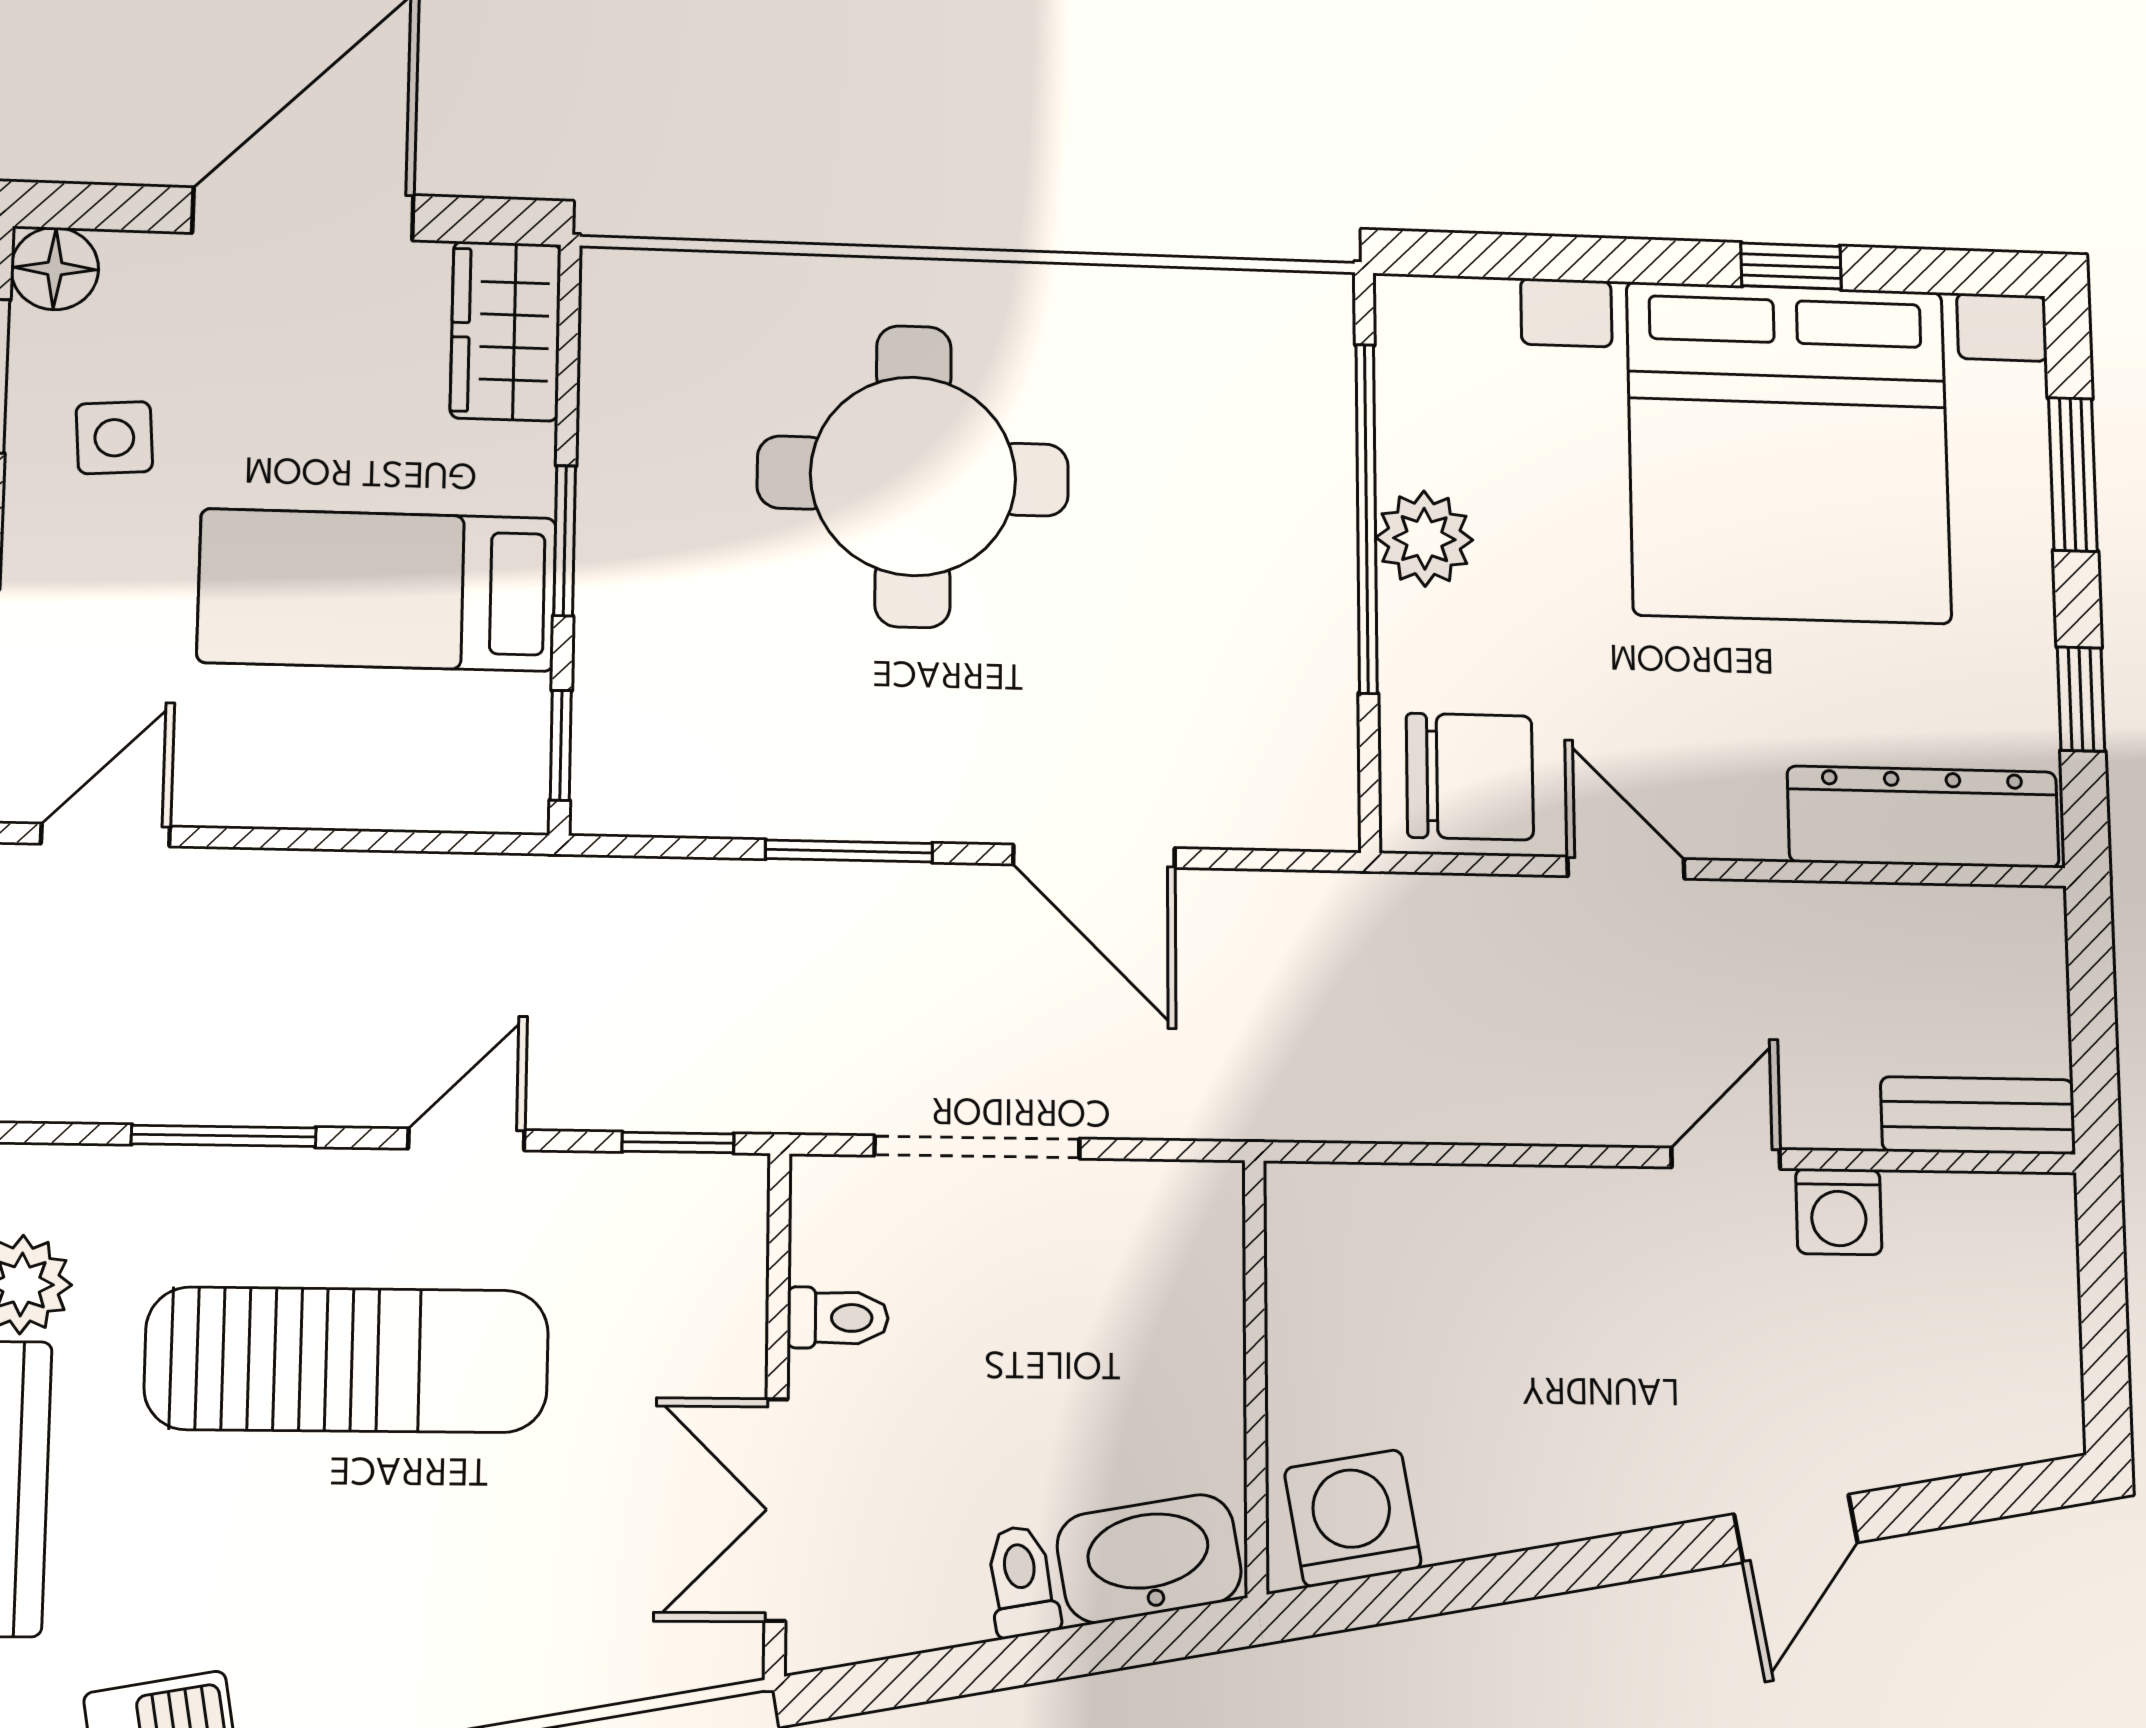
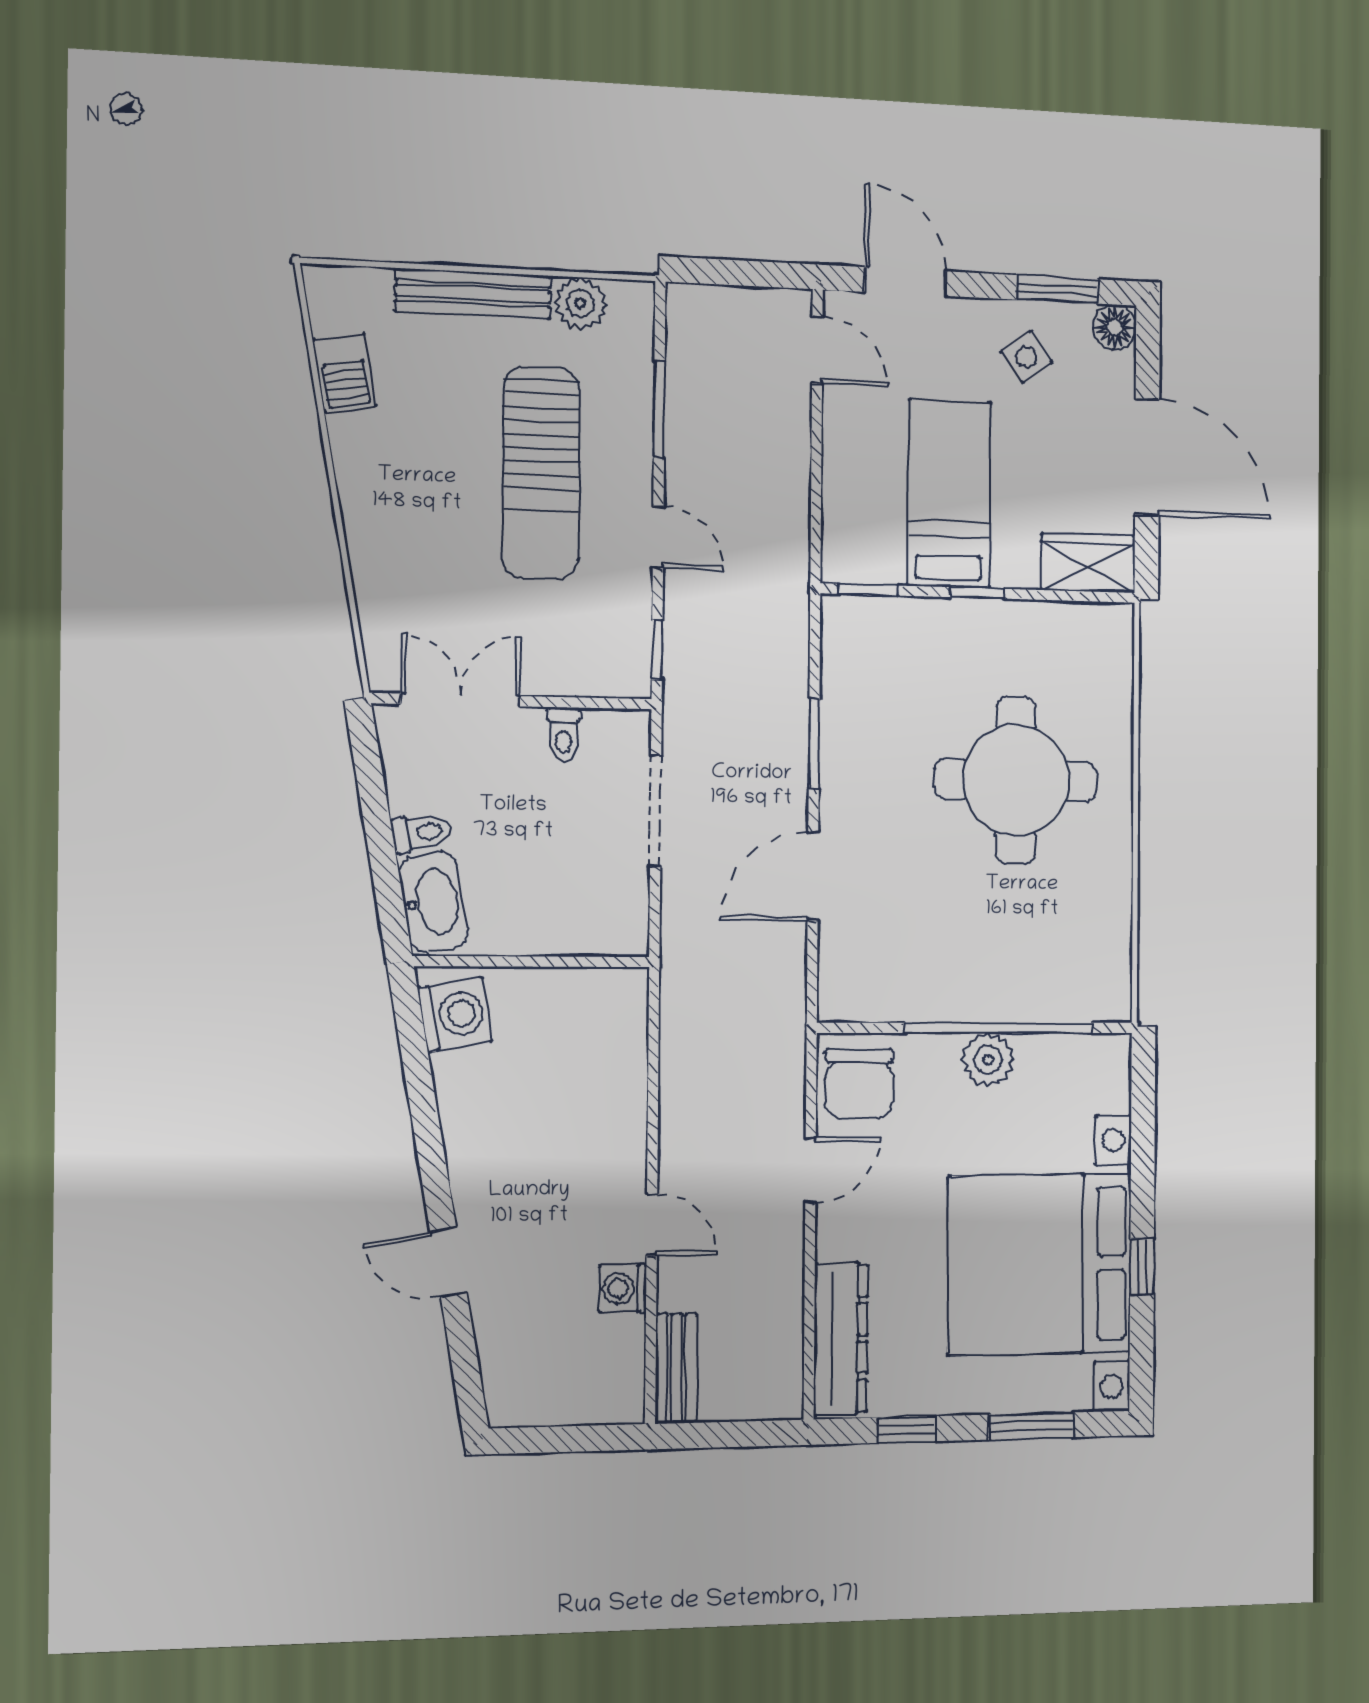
side table: (114, 438) -> (1026, 357), turned -32
window: (565, 541) -> (977, 593), width x0.67

